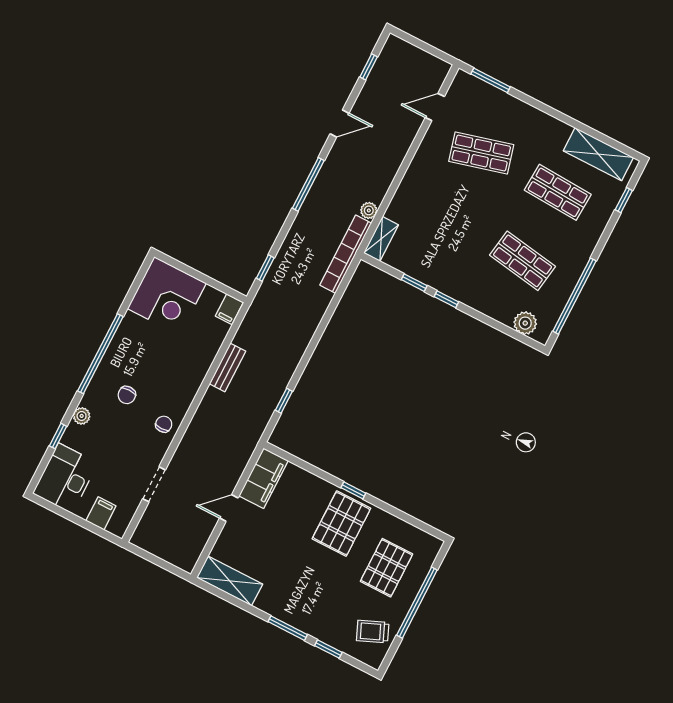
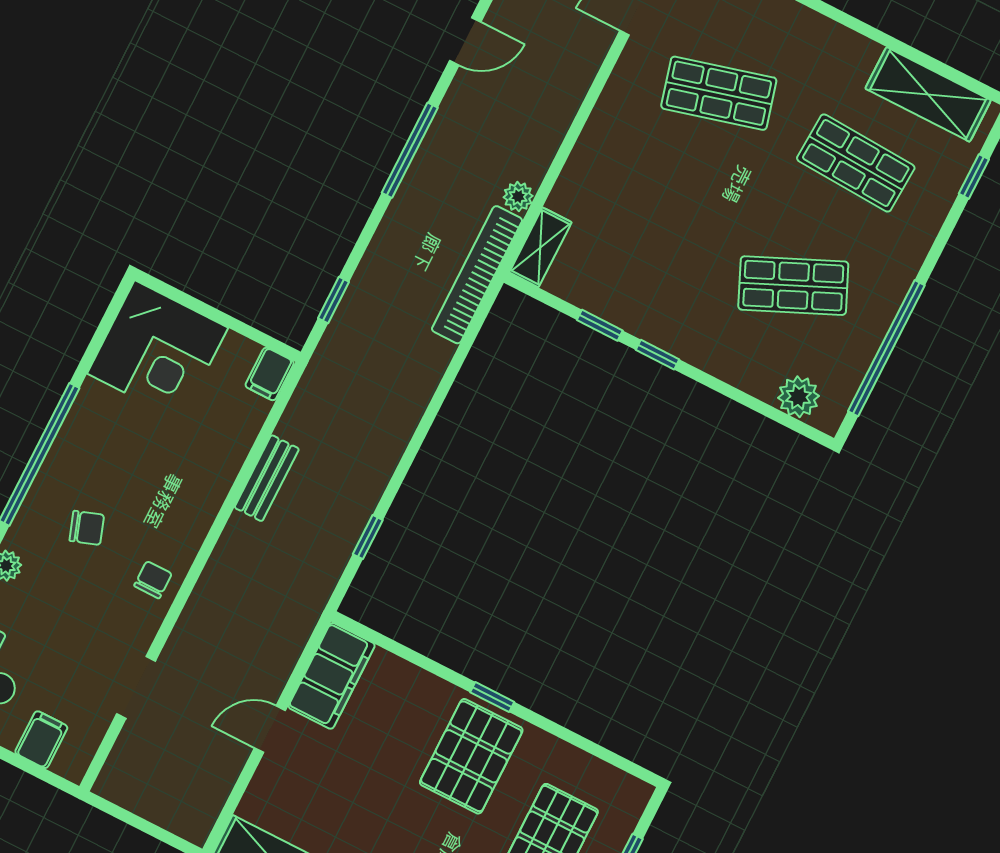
shop shelf: (523, 261) -> (793, 286), turned -33
chair: (127, 395) -> (87, 528), turned -109

